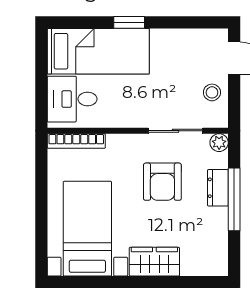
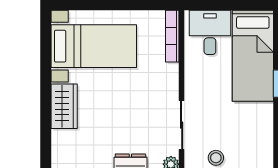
armchair: (162, 182) -> (136, 113), removed

